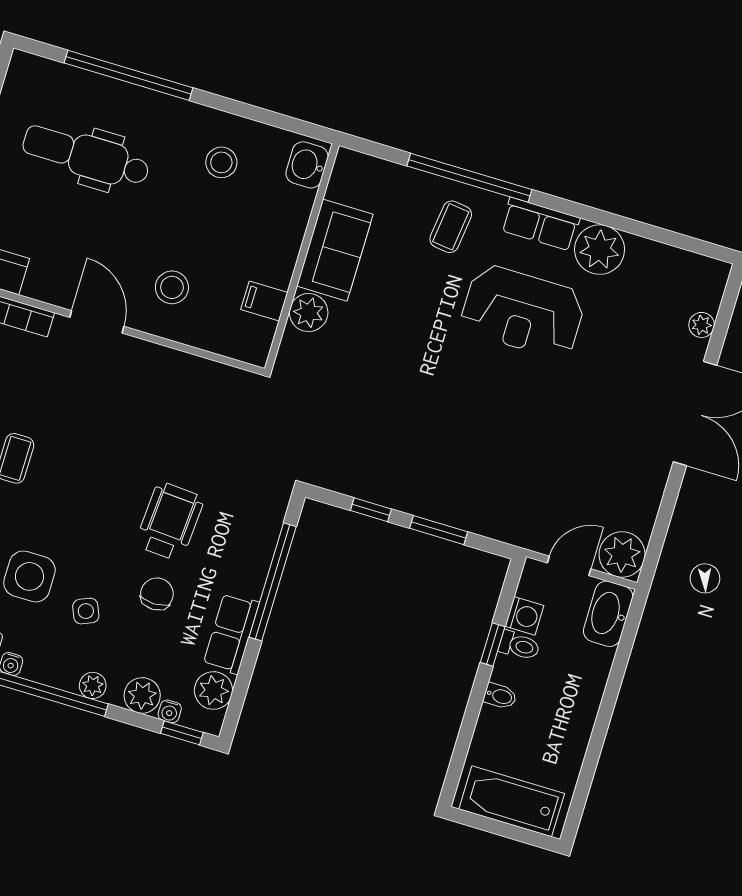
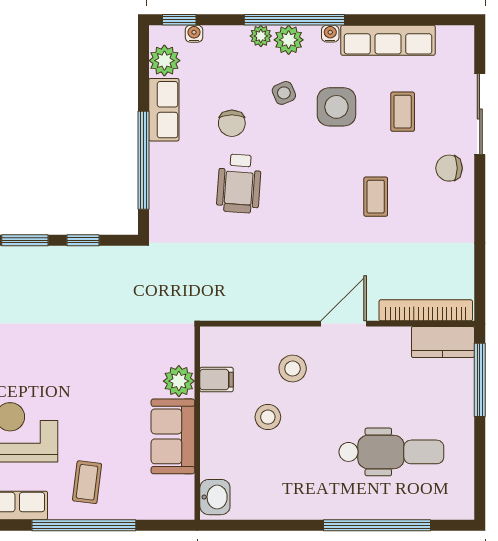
stool: (221, 162) -> (268, 417), moved
door: (97, 322) -> (344, 324), swing flipped
plant: (142, 695) -> (289, 40), moved

